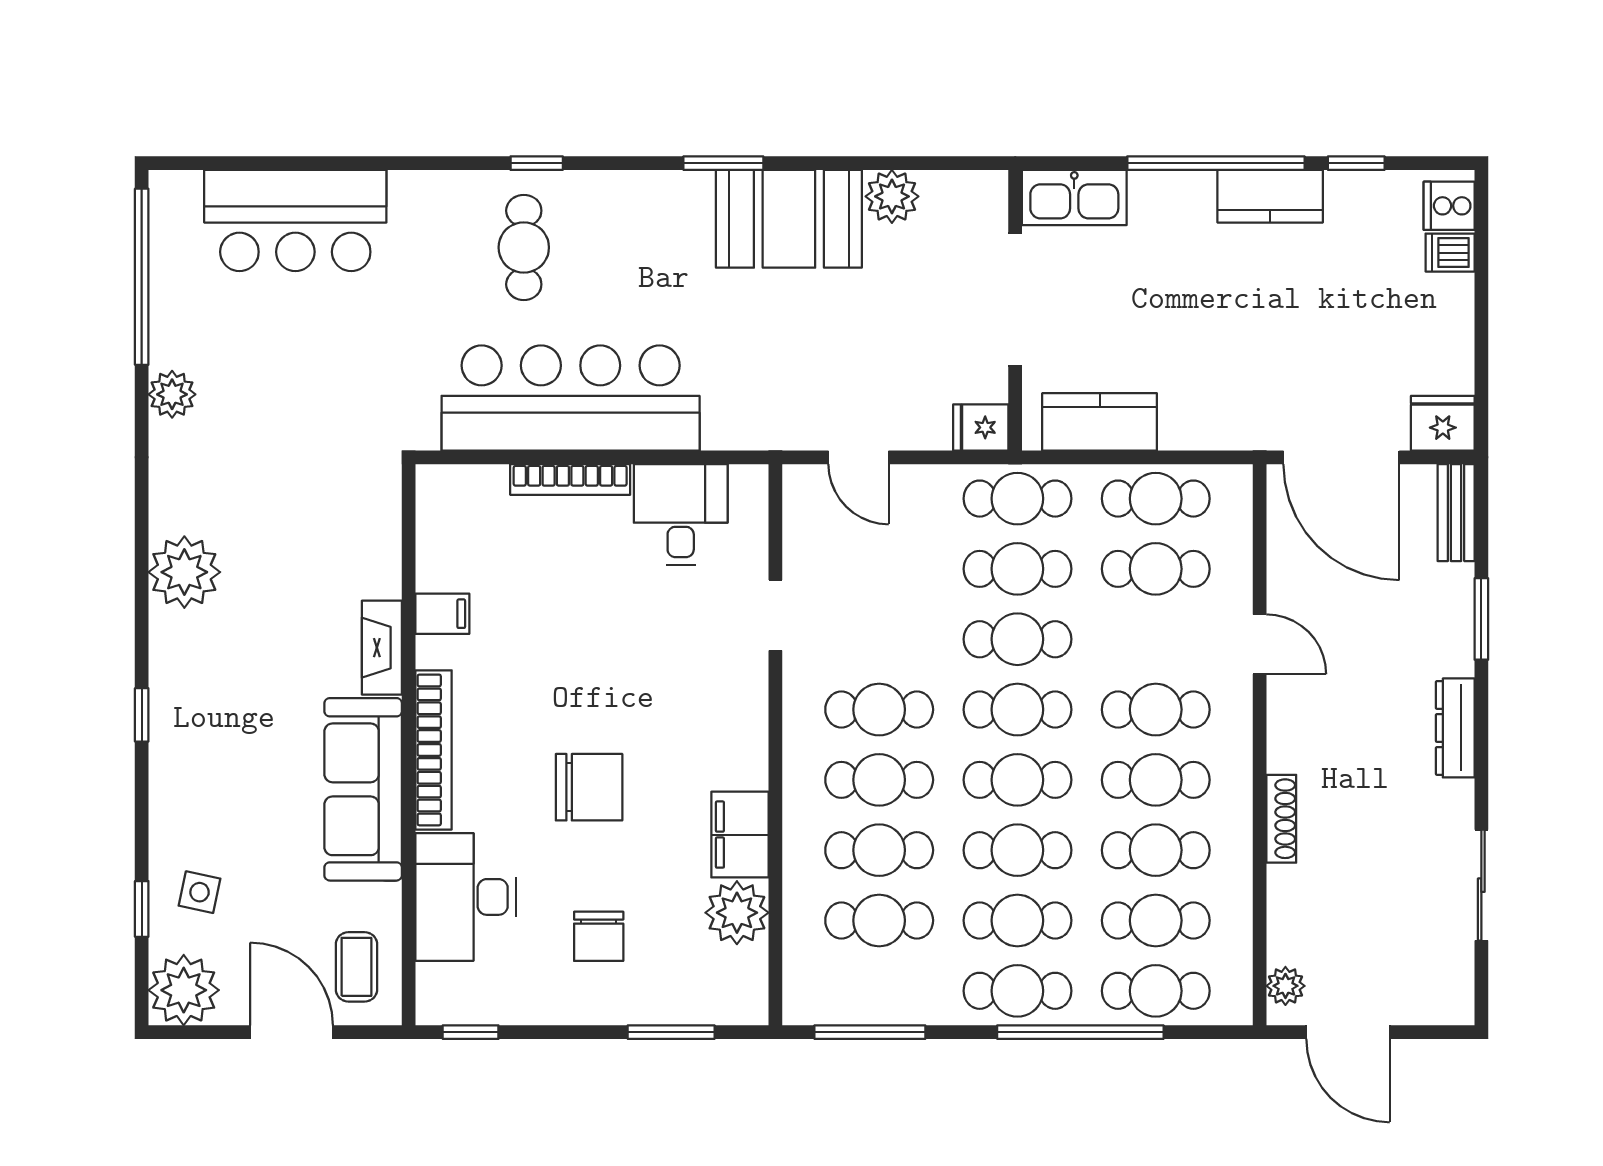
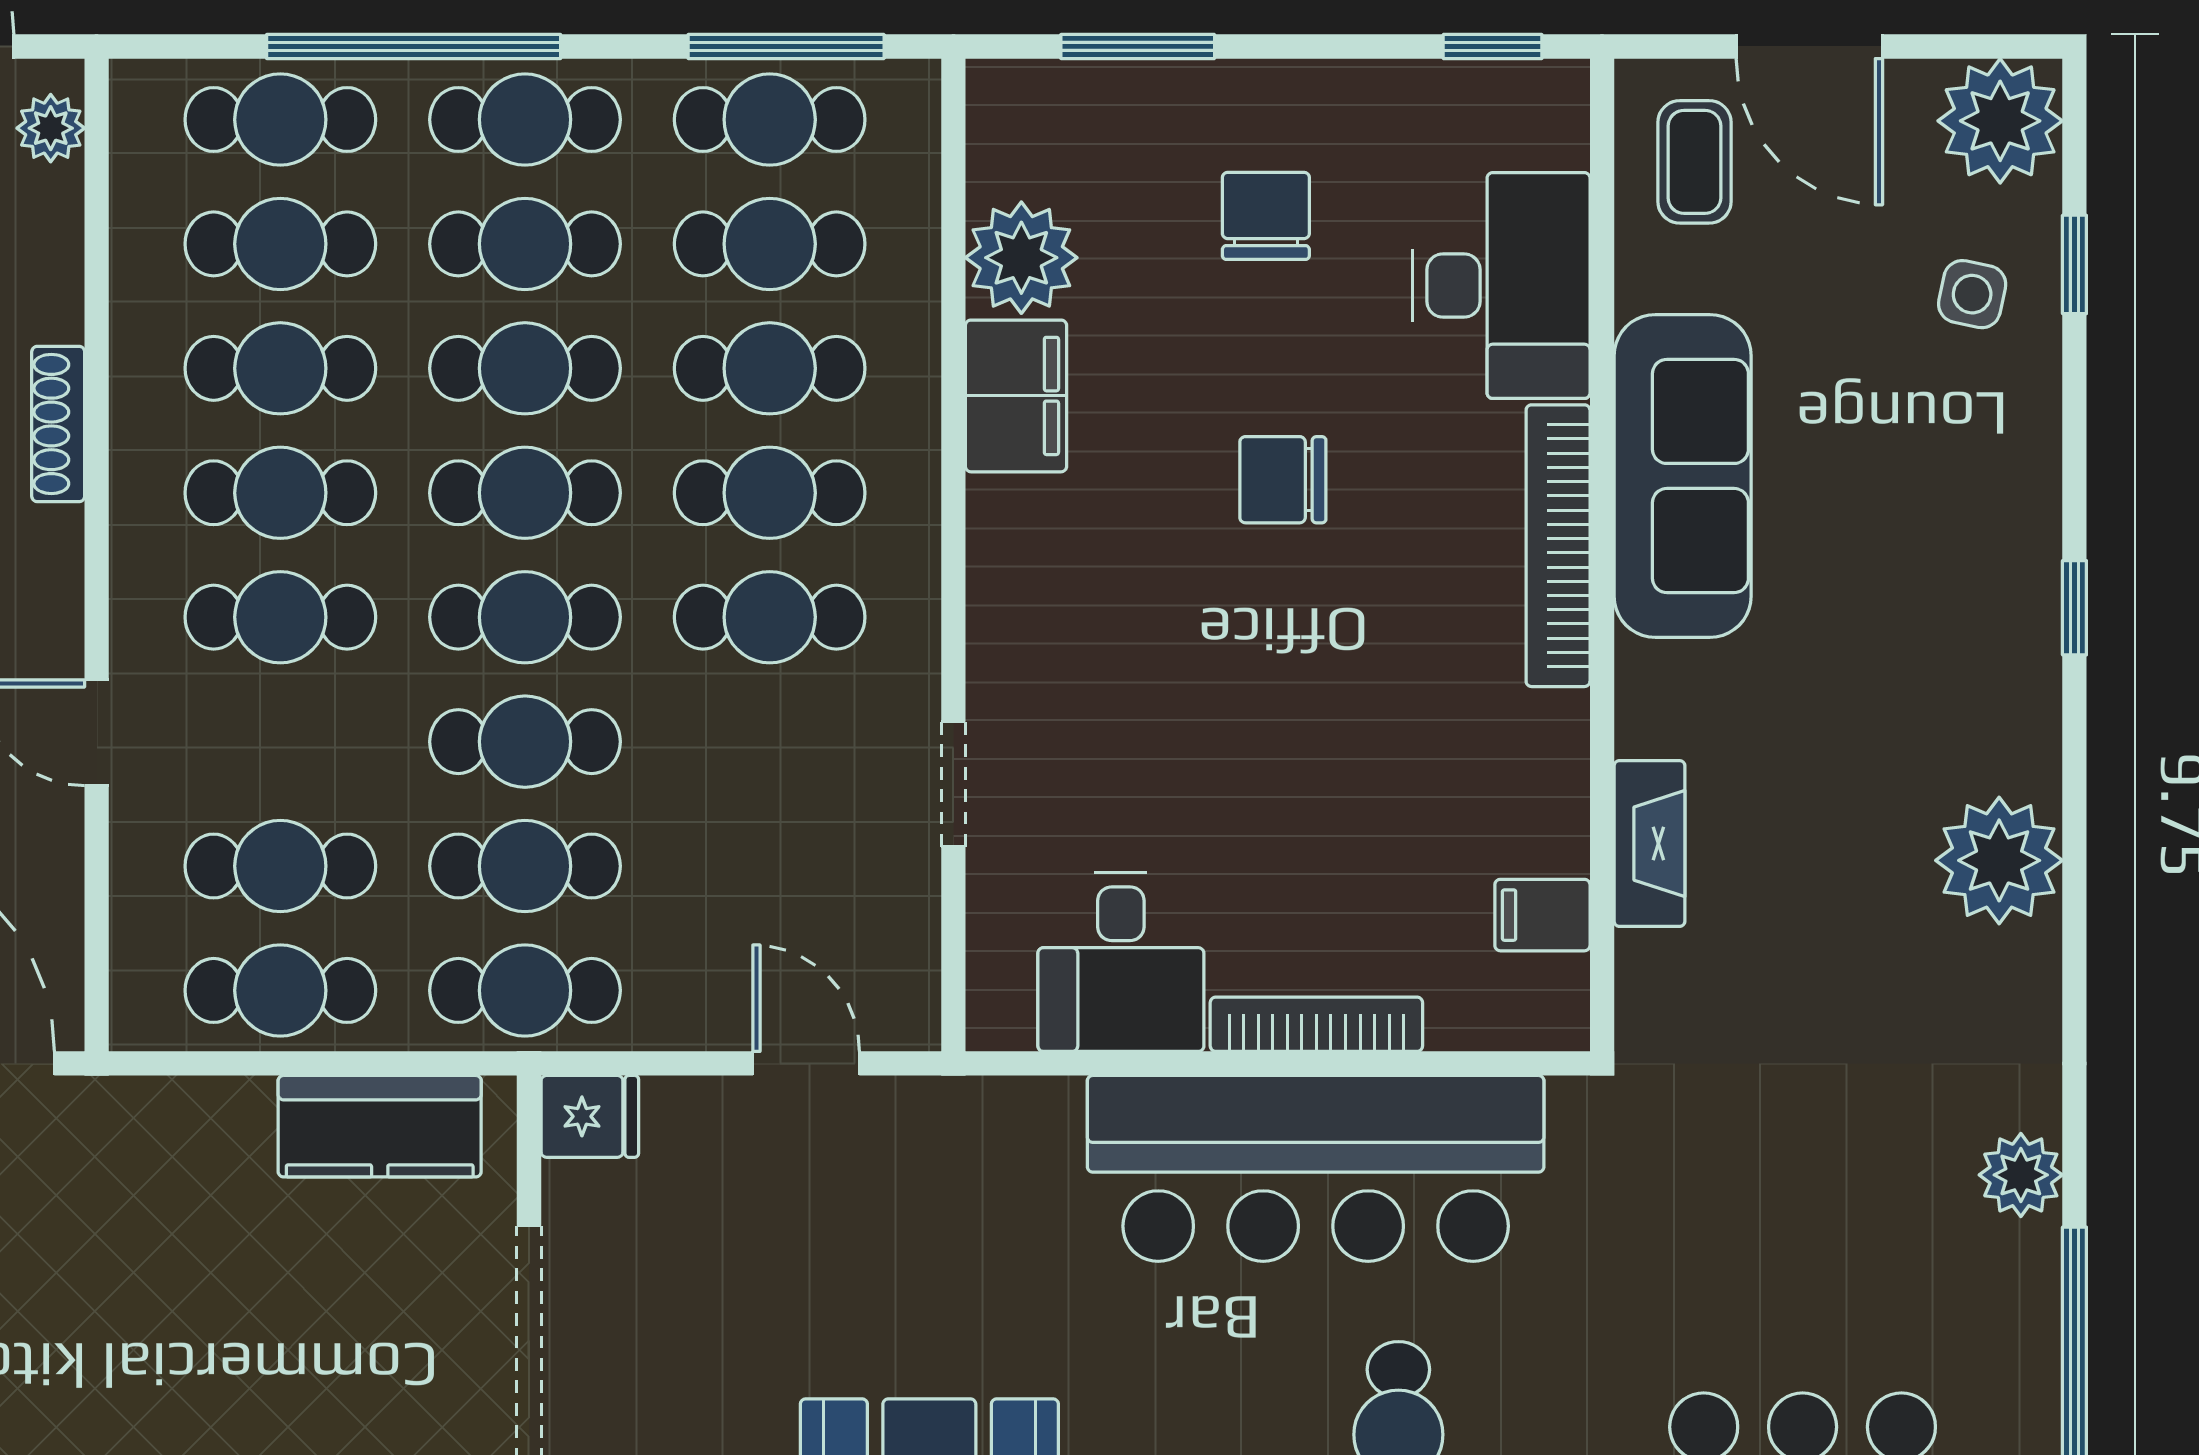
filing cabinet: (442, 614) -> (1542, 915), moved
fireplace: (382, 648) -> (1649, 844), moved
chair: (589, 787) -> (1283, 480), width x0.73, depth x0.73
cafe table: (879, 991) -> (770, 120), added

